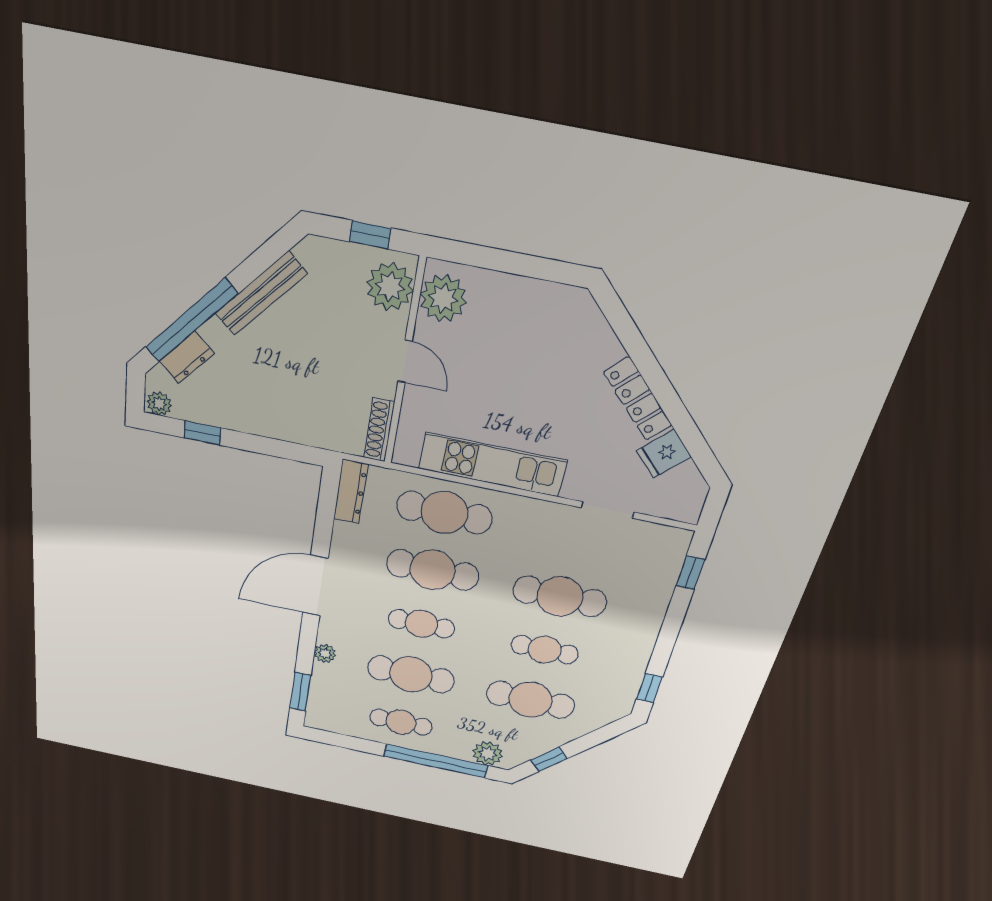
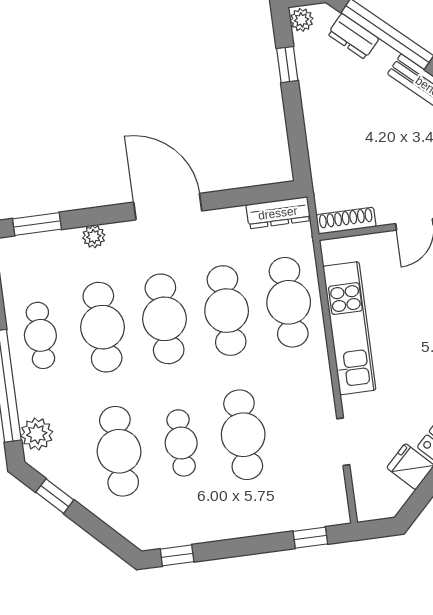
cafe table: (421, 624) -> (165, 319), width x1.37, depth x1.35

